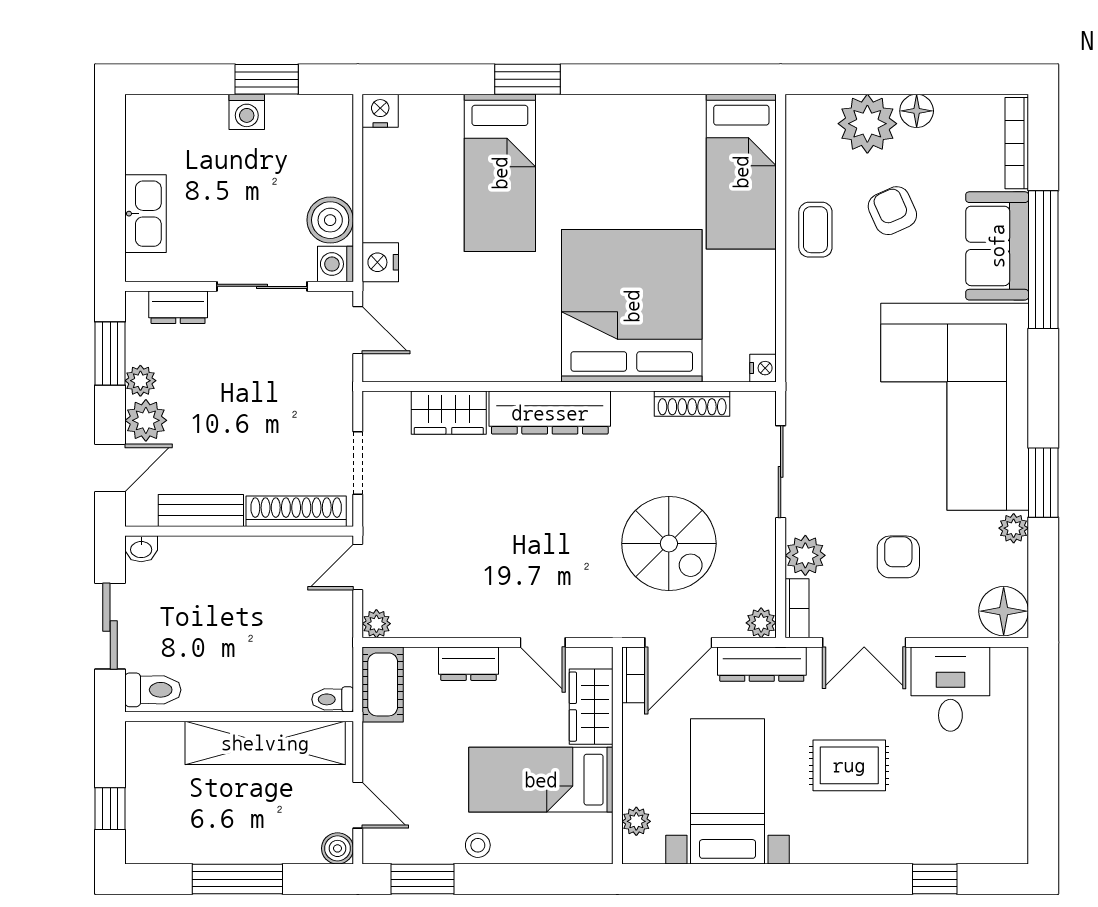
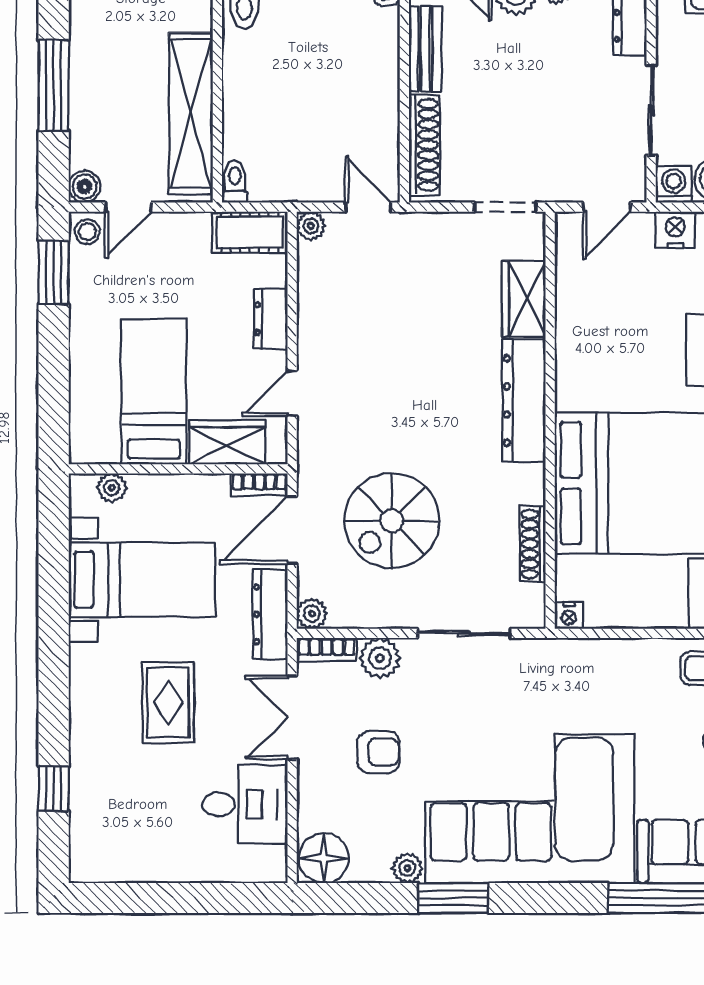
doorway: (358, 463) -> (505, 207), moved
door: (678, 642) -> (292, 530), hinge flipped
stool: (478, 845) -> (87, 232), moved

